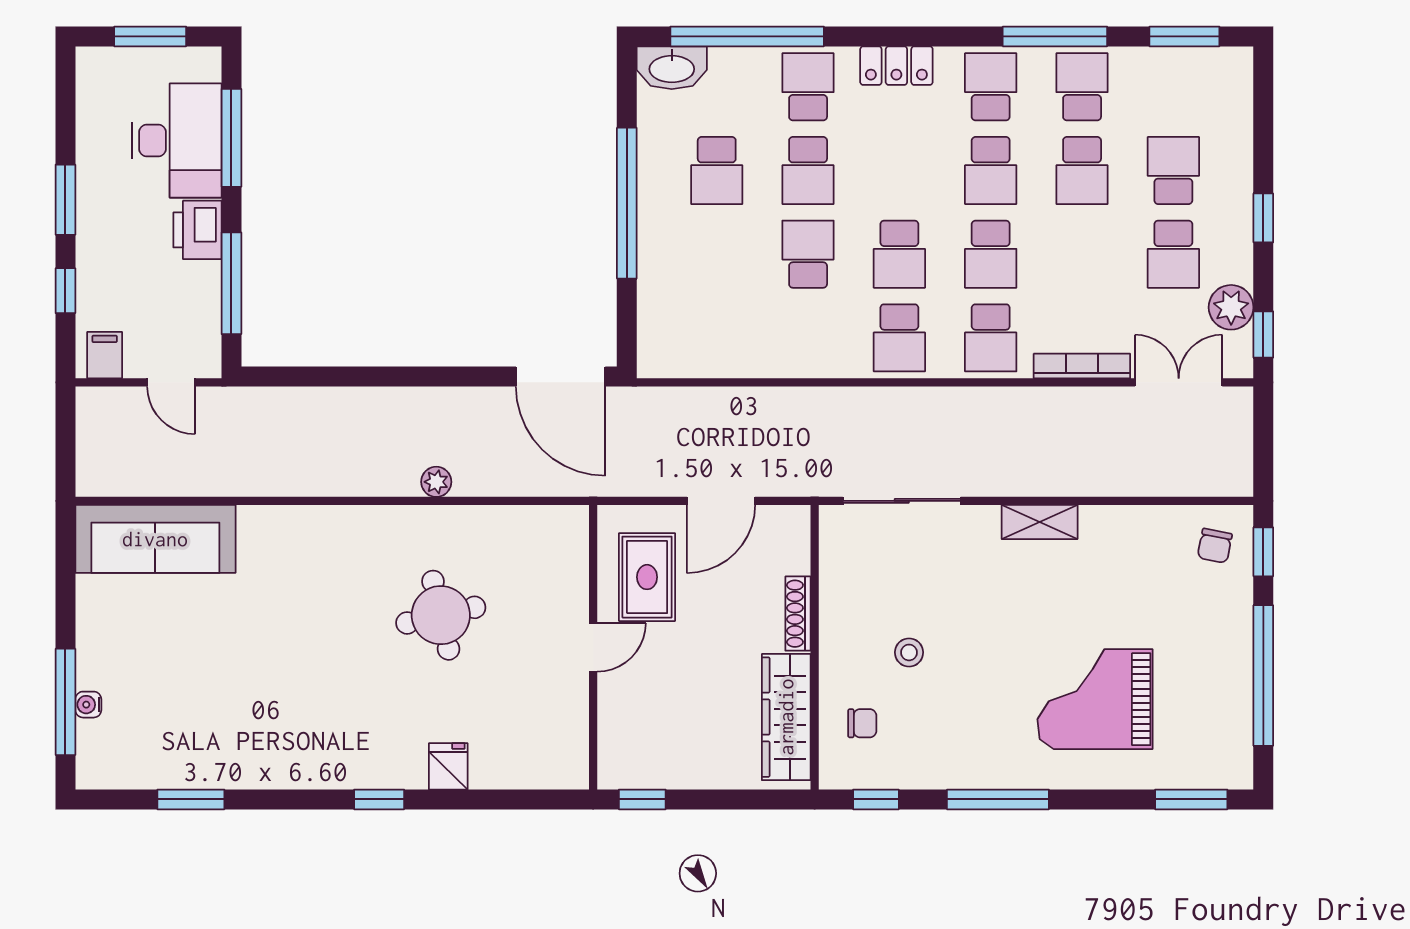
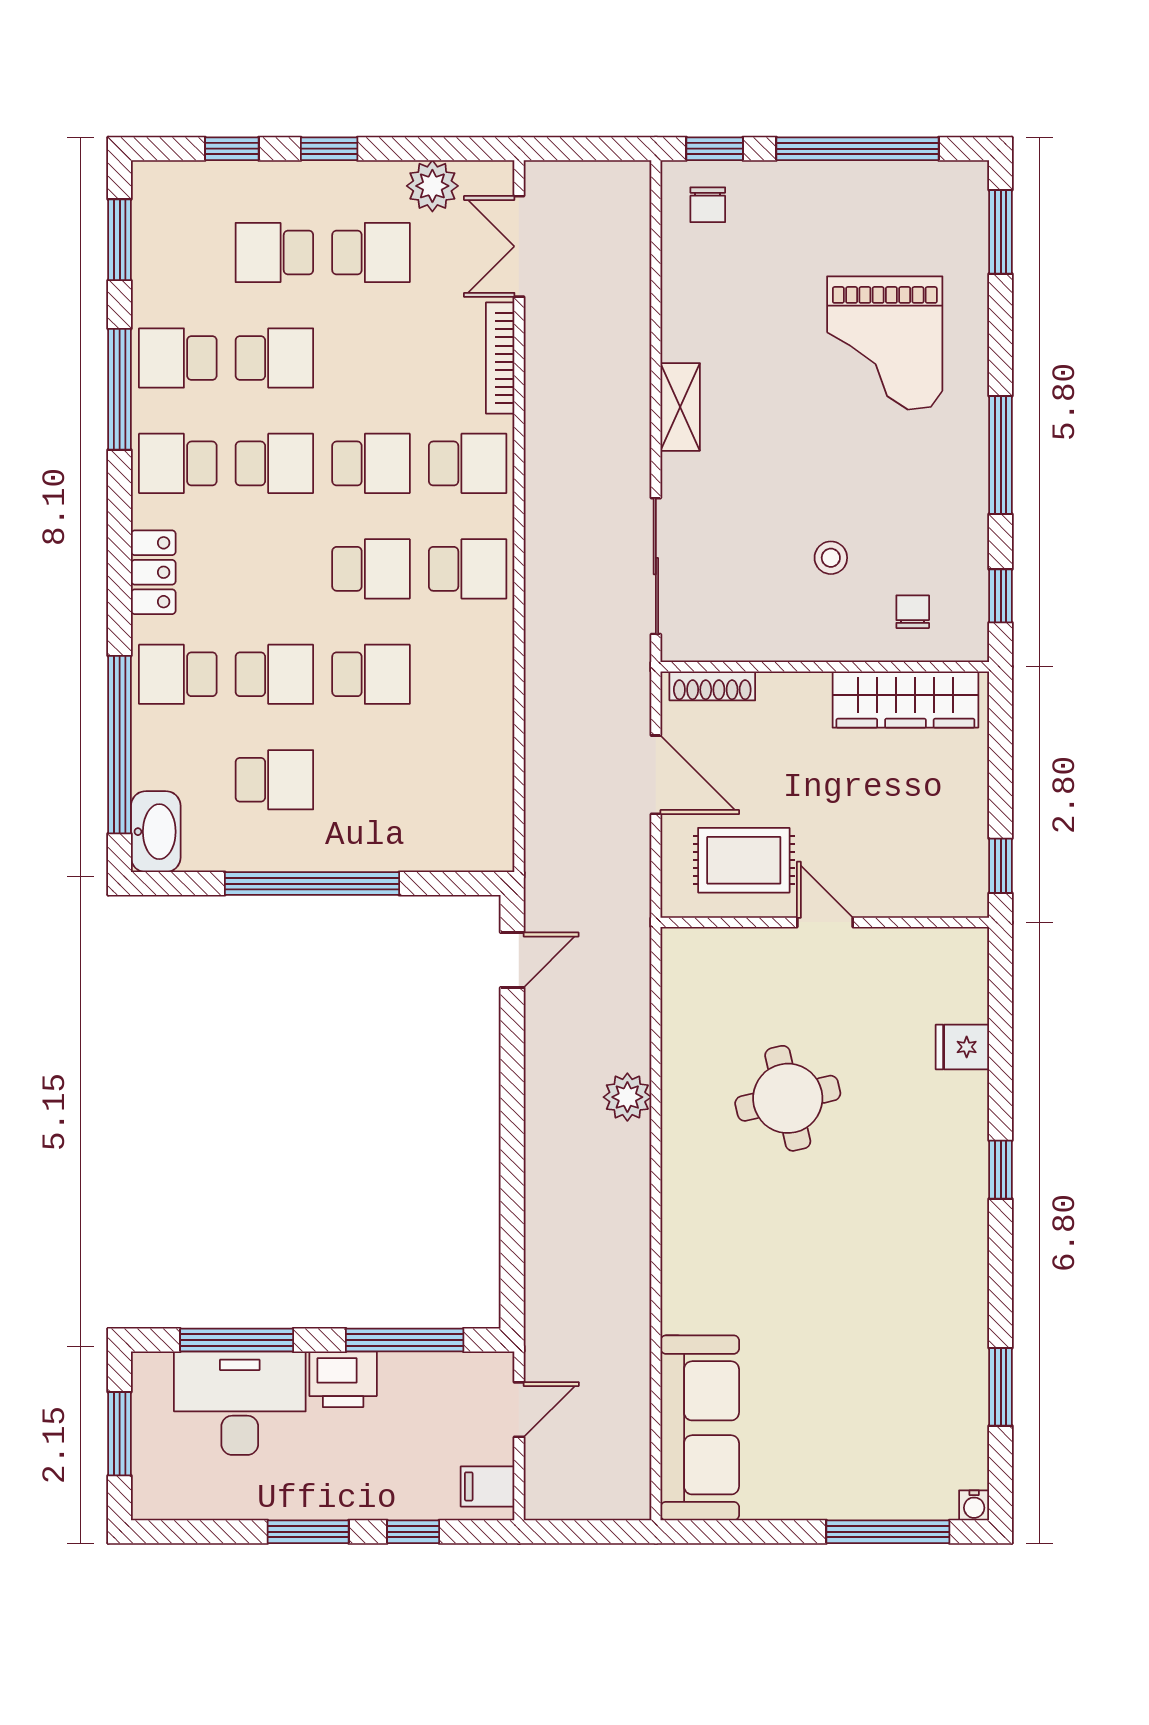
school desk: (808, 254) -> (371, 674), turned 180
window: (1263, 335) -> (232, 149), moved
door: (561, 376) -> (512, 960), width x0.53
plant: (436, 482) -> (627, 1097), width x1.38, depth x1.38
chair: (1215, 546) -> (708, 205), turned 79
shoe rack: (798, 614) -> (712, 686), moved
water cooler: (88, 705) -> (974, 1505), moved
fridge: (448, 766) -> (962, 1047), moved

